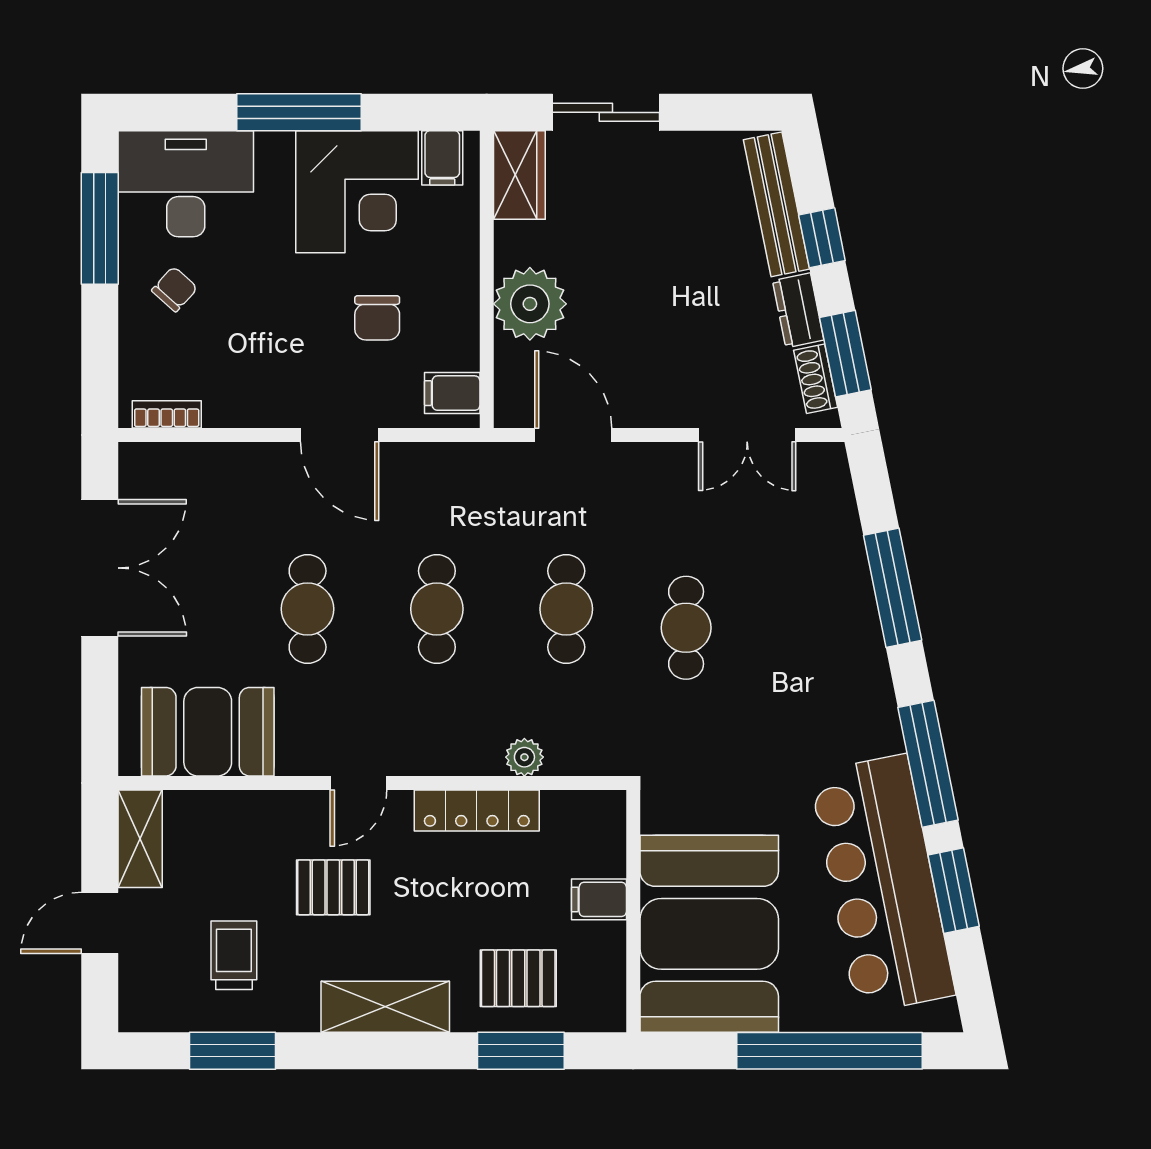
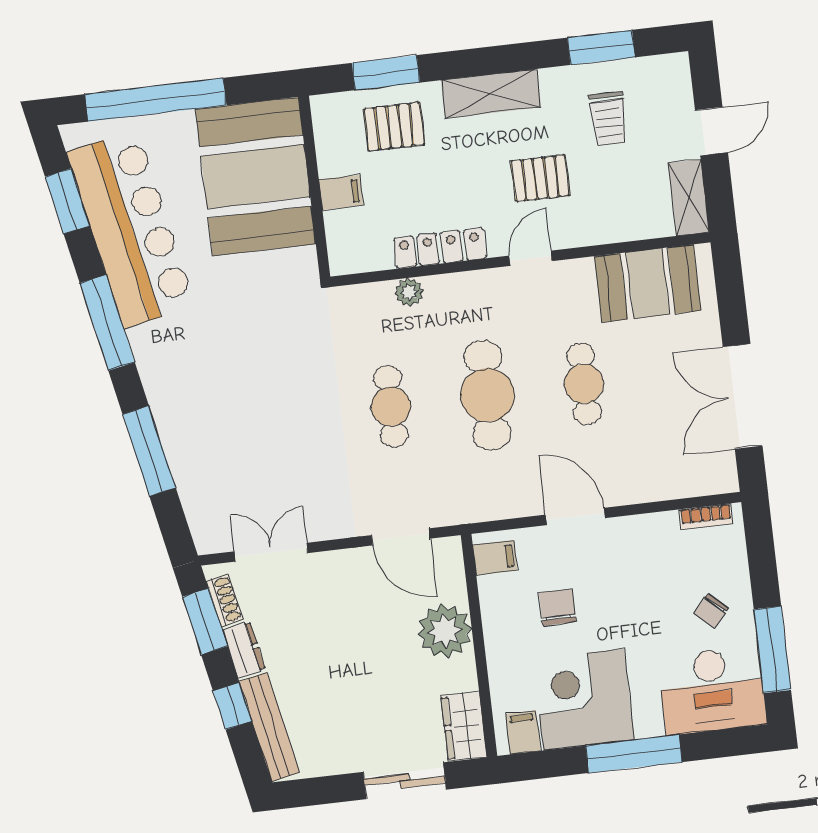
cafe table: (437, 609) -> (487, 395), width x1.37, depth x1.35
cafe table: (686, 628) -> (300, 403), removed
window: (954, 891) -> (67, 201), moved

